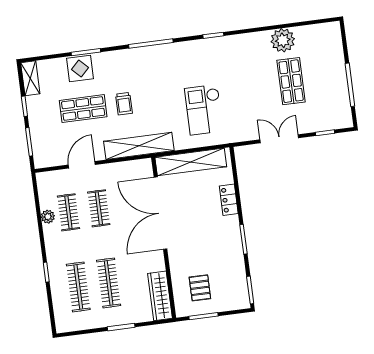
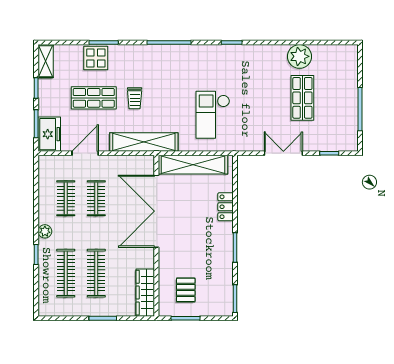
freezer: (43, 150) -> (49, 134), added
plant: (48, 217) -> (45, 231), moved

